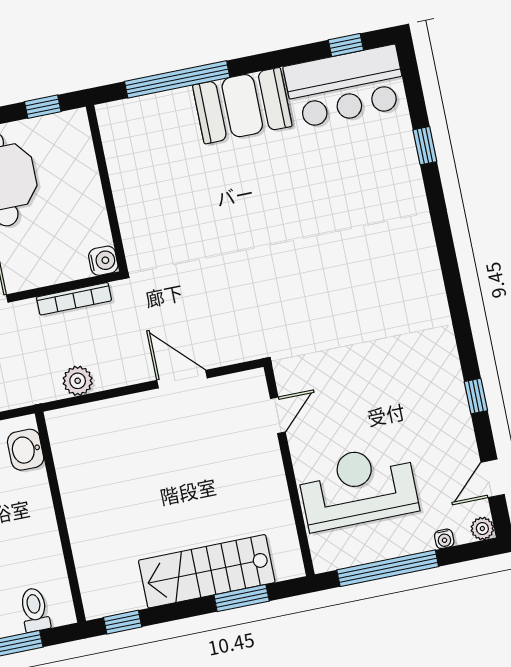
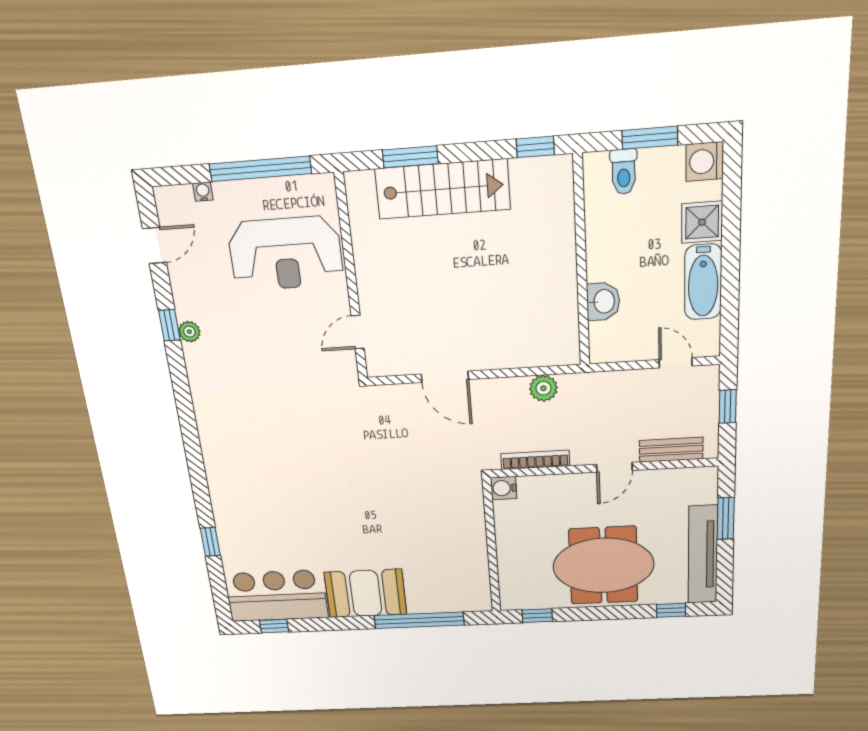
washbasin: (26, 450) -> (603, 301), moved
plant: (482, 529) -> (189, 332), moved

